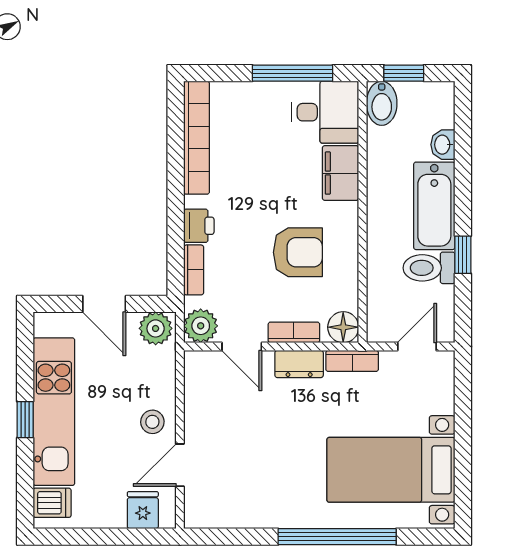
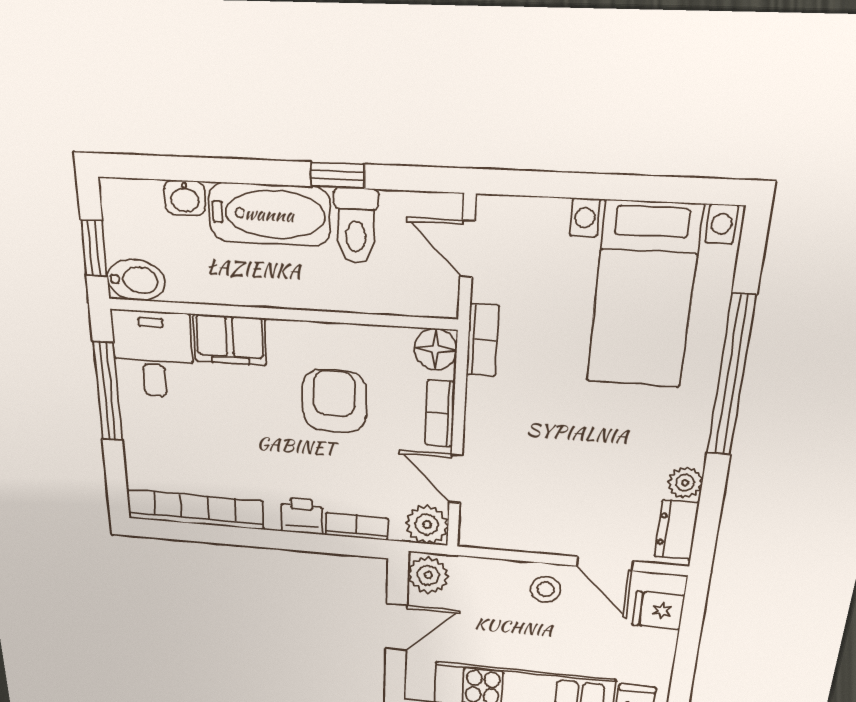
door: (242, 347) -> (456, 479), swing flipped
dresser: (299, 364) -> (677, 530), moved, turned 180
plant: (253, 516) -> (685, 483), added

